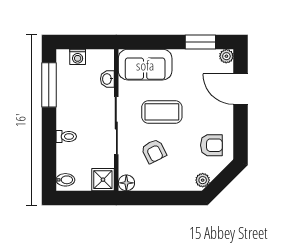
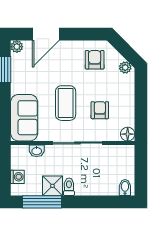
toilet: (66, 136) -> (69, 187), moved
armchair: (154, 151) -> (100, 110), turned -63
shower: (103, 180) -> (52, 186), moved

